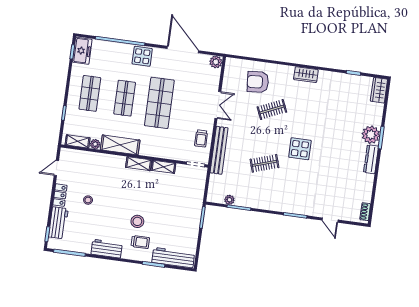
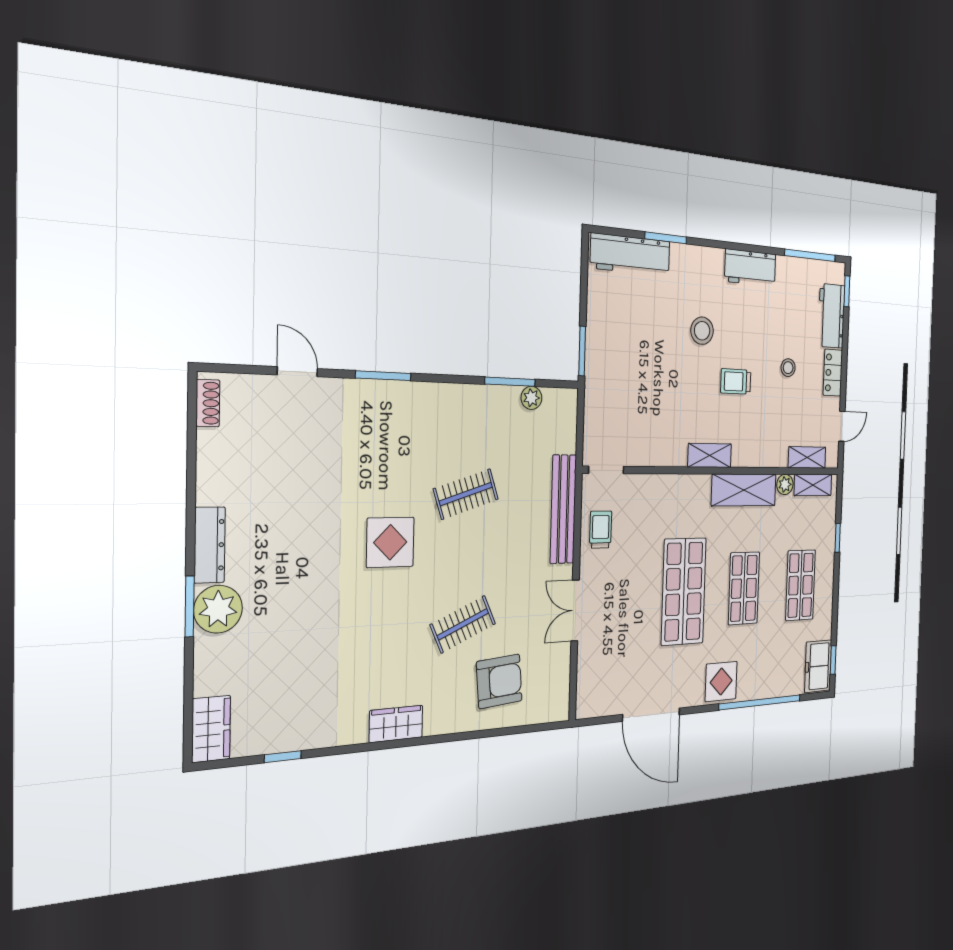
plant: (216, 62) -> (588, 705), removed
shelving: (163, 167) -> (807, 457), moved
trolley: (140, 242) -> (736, 381), moved

